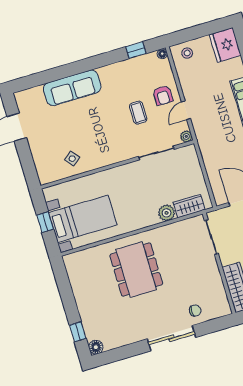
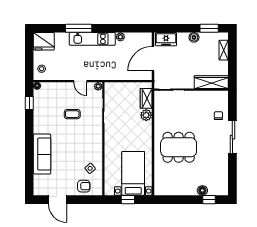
armchair: (163, 95) -> (84, 186), moved
floor lamp: (96, 347) -> (202, 190), moved

